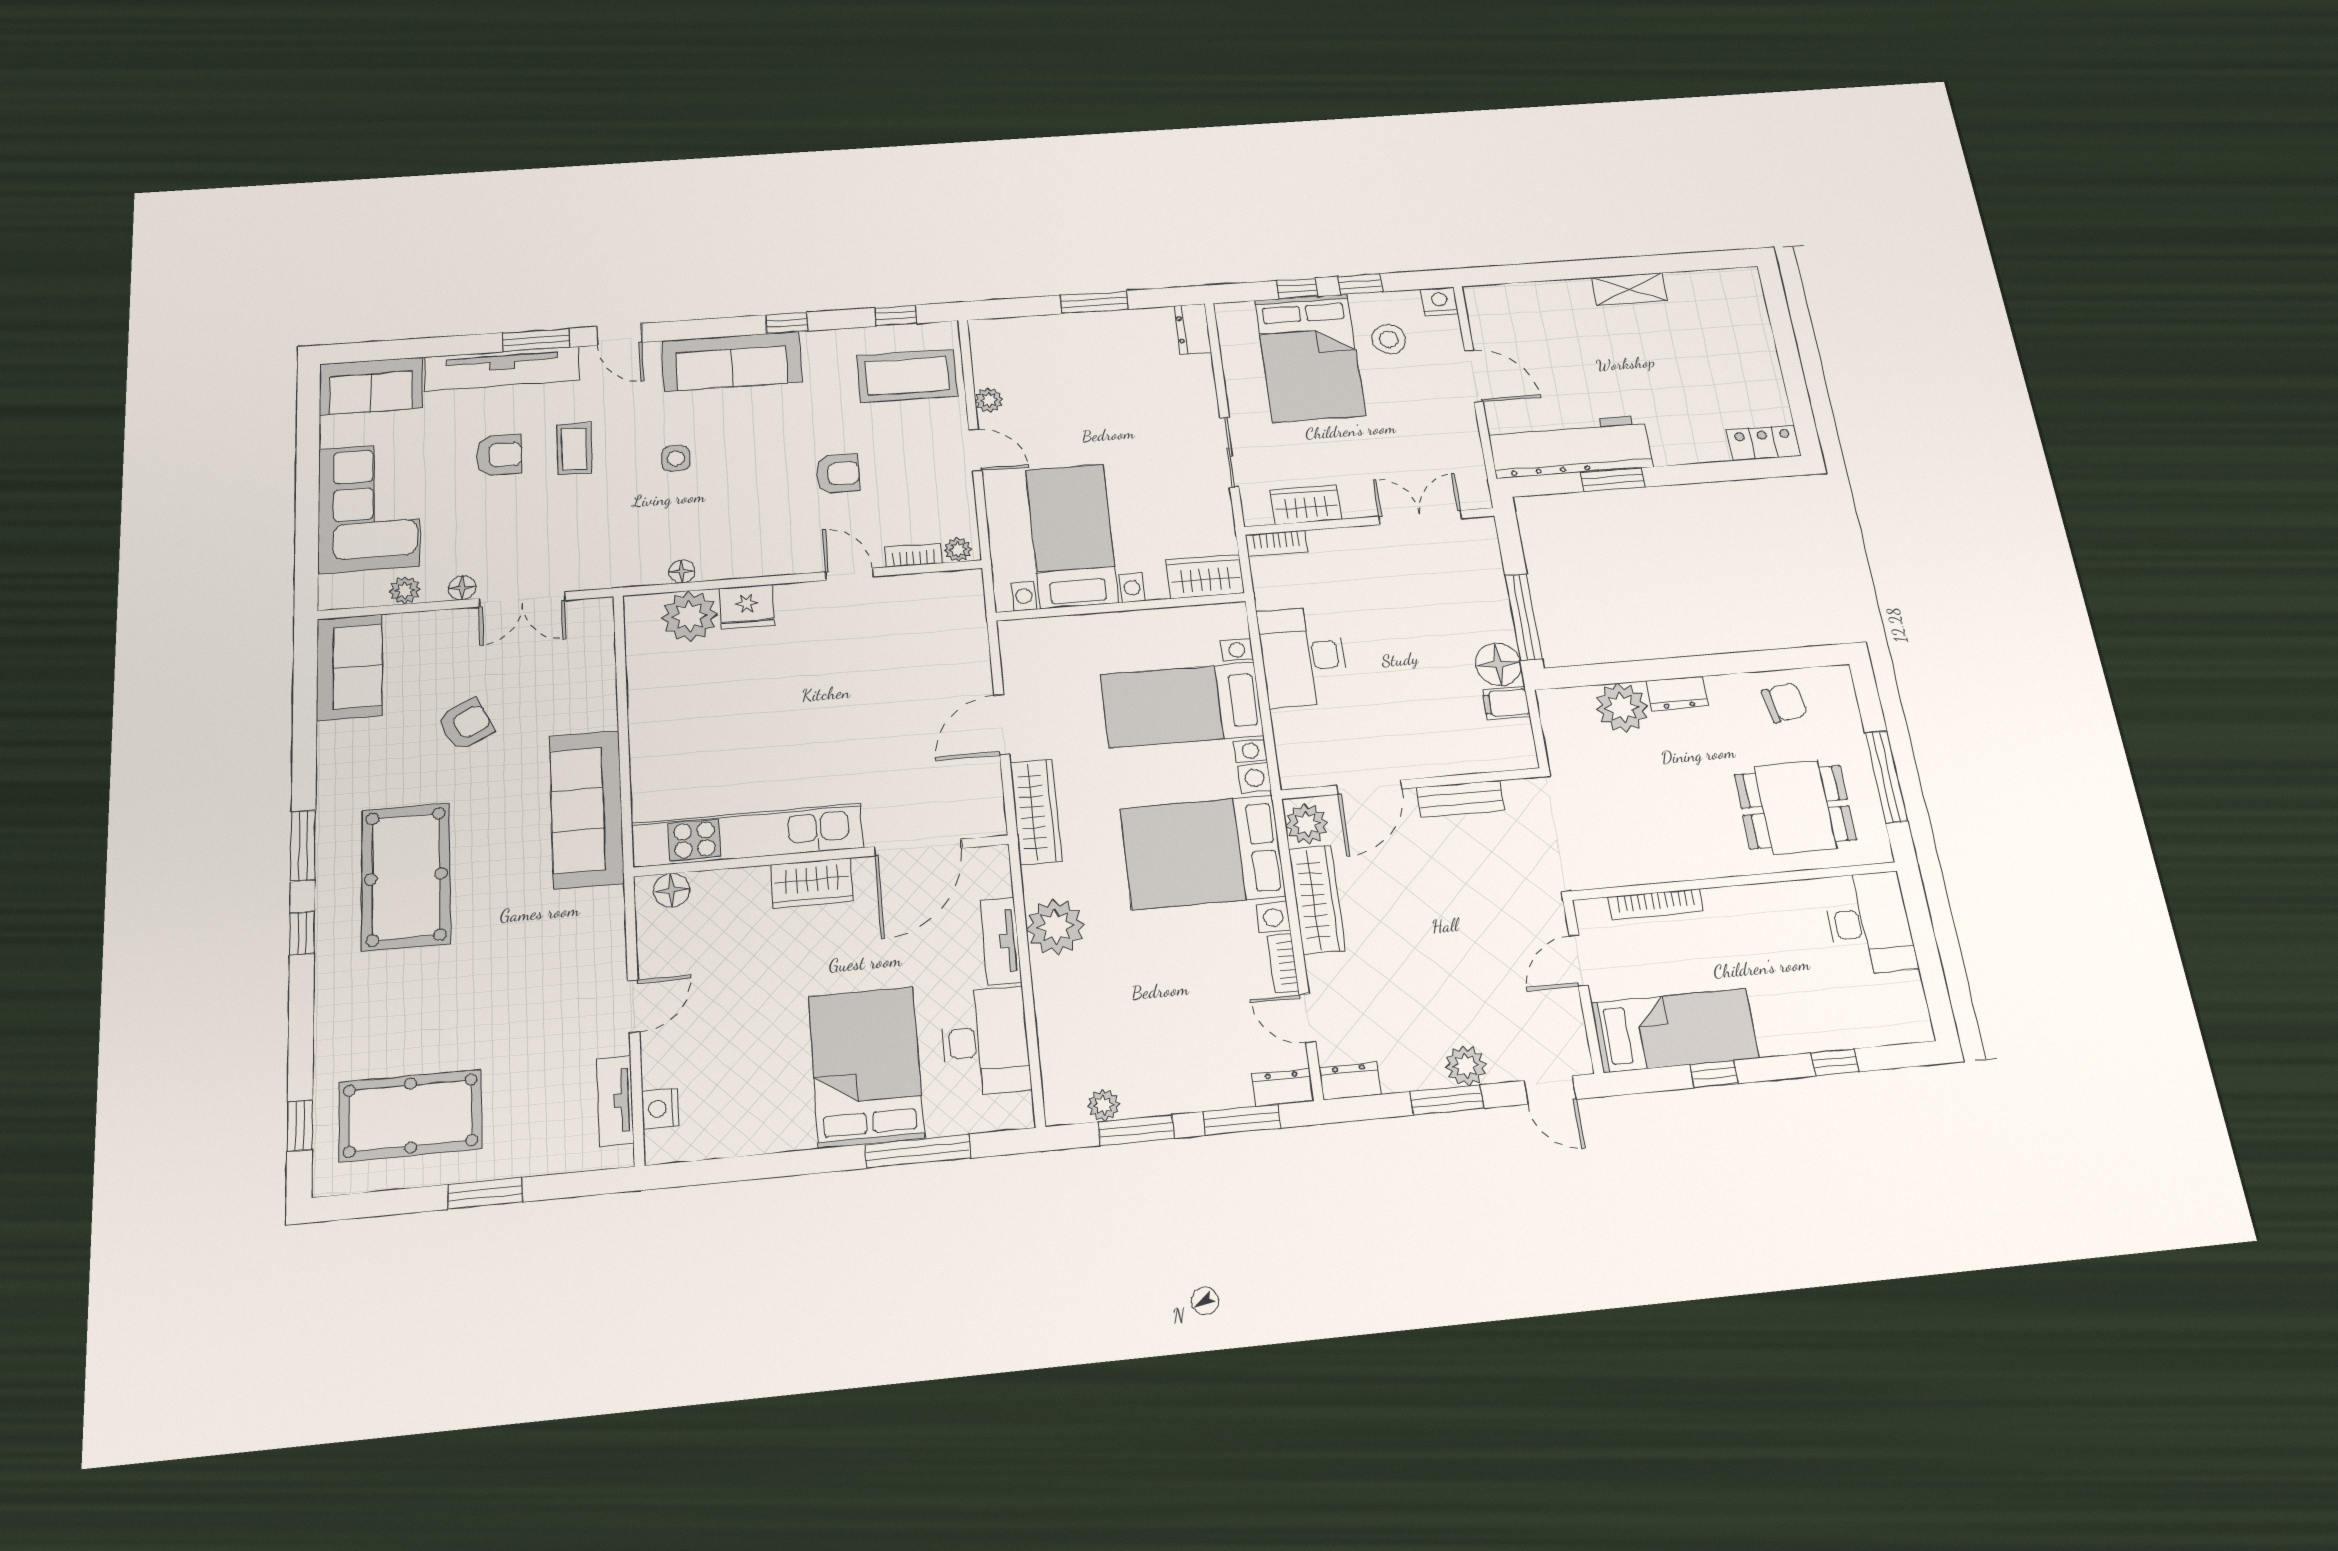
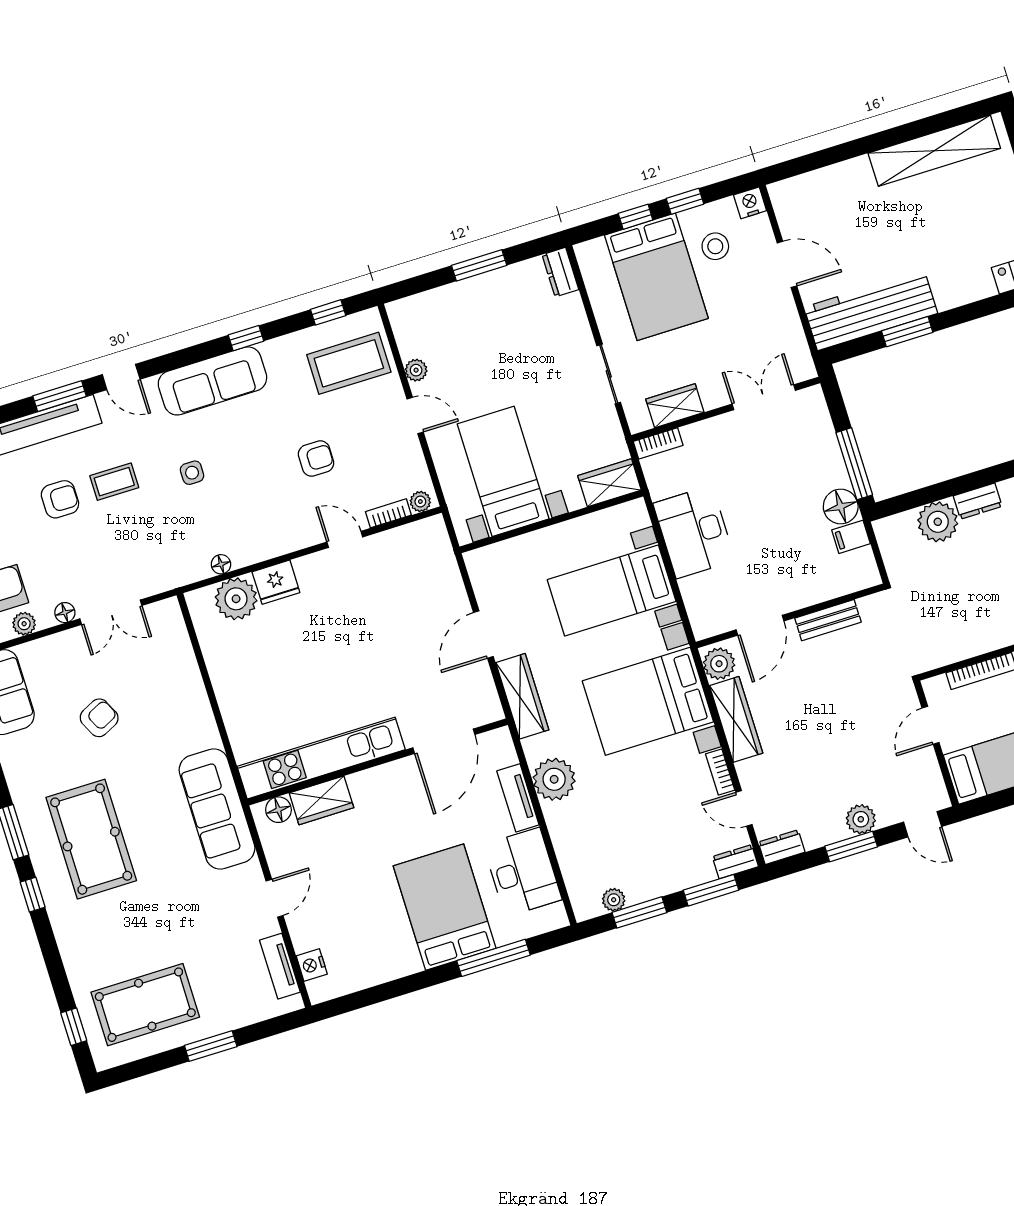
shelving: (1629, 289) -> (934, 151), width x2.20, depth x1.33
coffee table: (574, 449) -> (114, 482), turned 90
sofa: (587, 809) -> (217, 809), moved
wardrobe: (812, 883) -> (321, 800), moved

